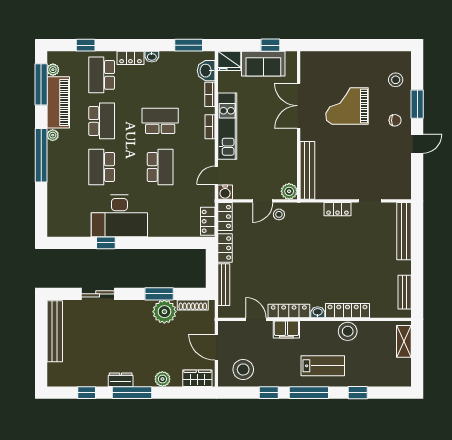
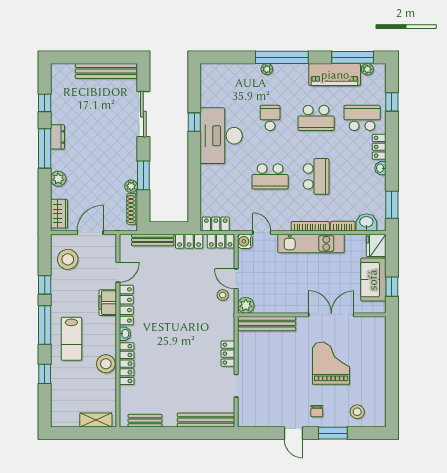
bookcase: (210, 127) -> (310, 226), width x1.56
plant: (53, 135) -> (267, 69), moved
school desk: (102, 167) -> (270, 118), width x0.54
sliding door: (98, 294) -> (143, 114), width x1.37
plant: (164, 312) -> (131, 186), width x0.53, depth x0.53

